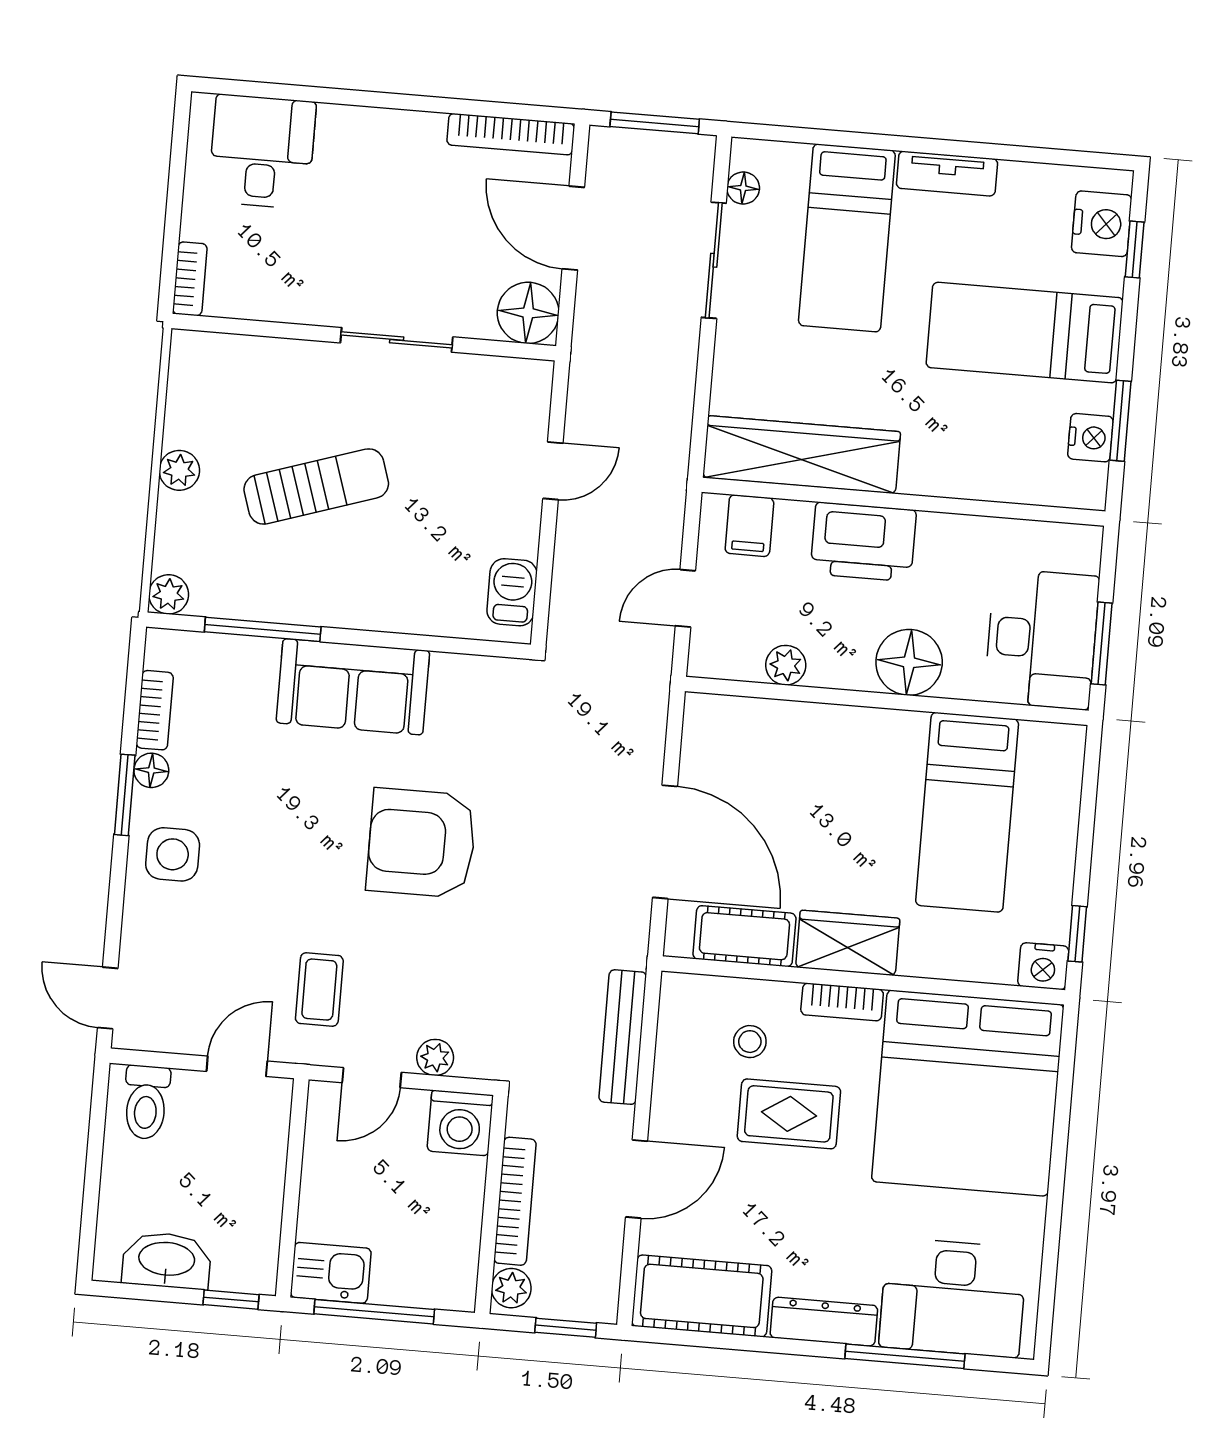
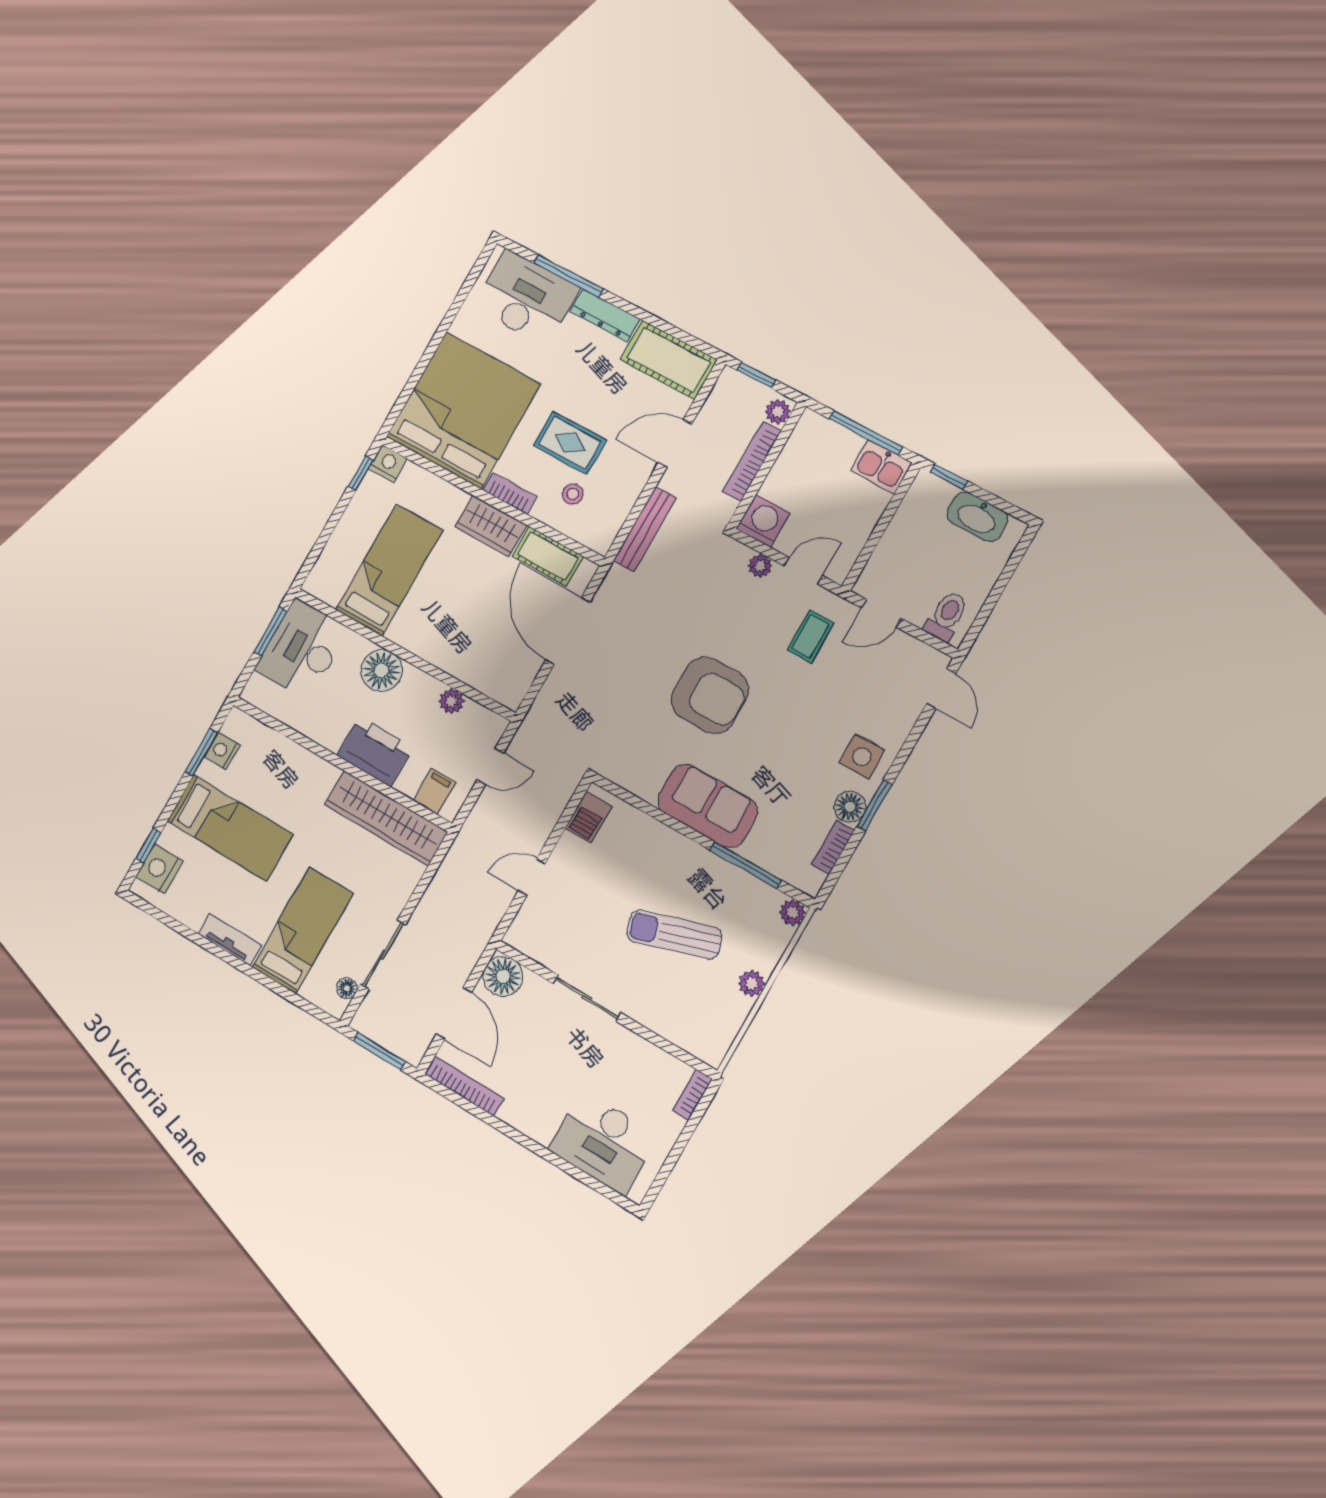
desk: (262, 151) -> (603, 1143), width x1.37
floor lamp: (151, 770) -> (850, 807), width x1.37, depth x1.37

